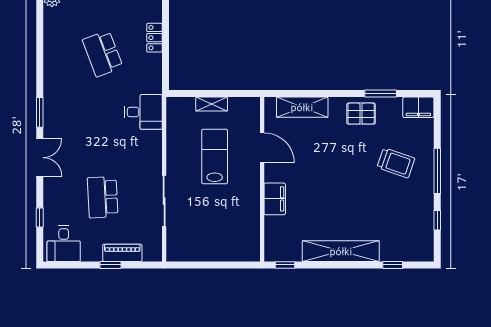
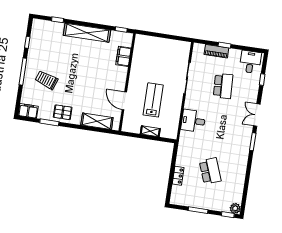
desk: (143, 112) -> (193, 121), moved
lab bench: (215, 156) -> (153, 100), turned 180
filing cabinet: (275, 199) -> (123, 56), moved

